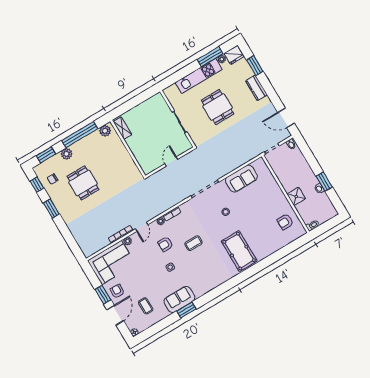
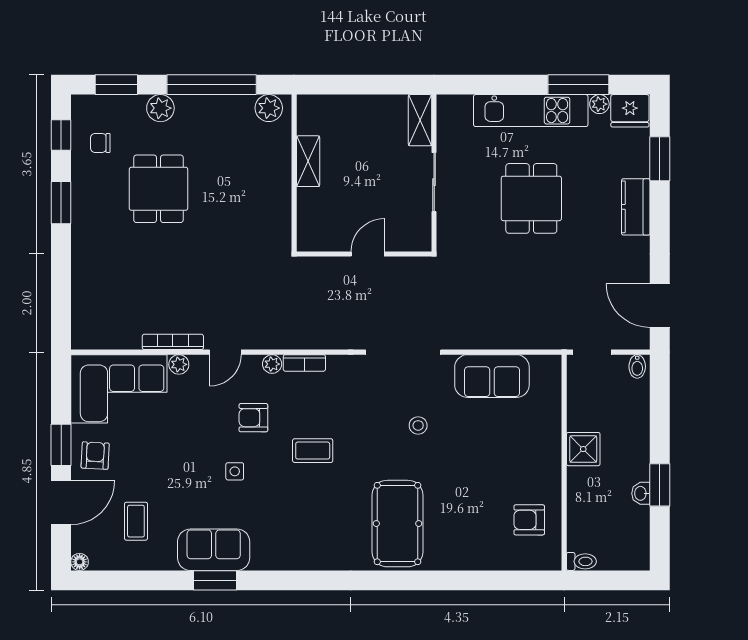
shelving: (161, 103) -> (420, 120), added
shelving: (122, 128) -> (308, 161), moved
shower: (296, 196) -> (583, 449), moved

